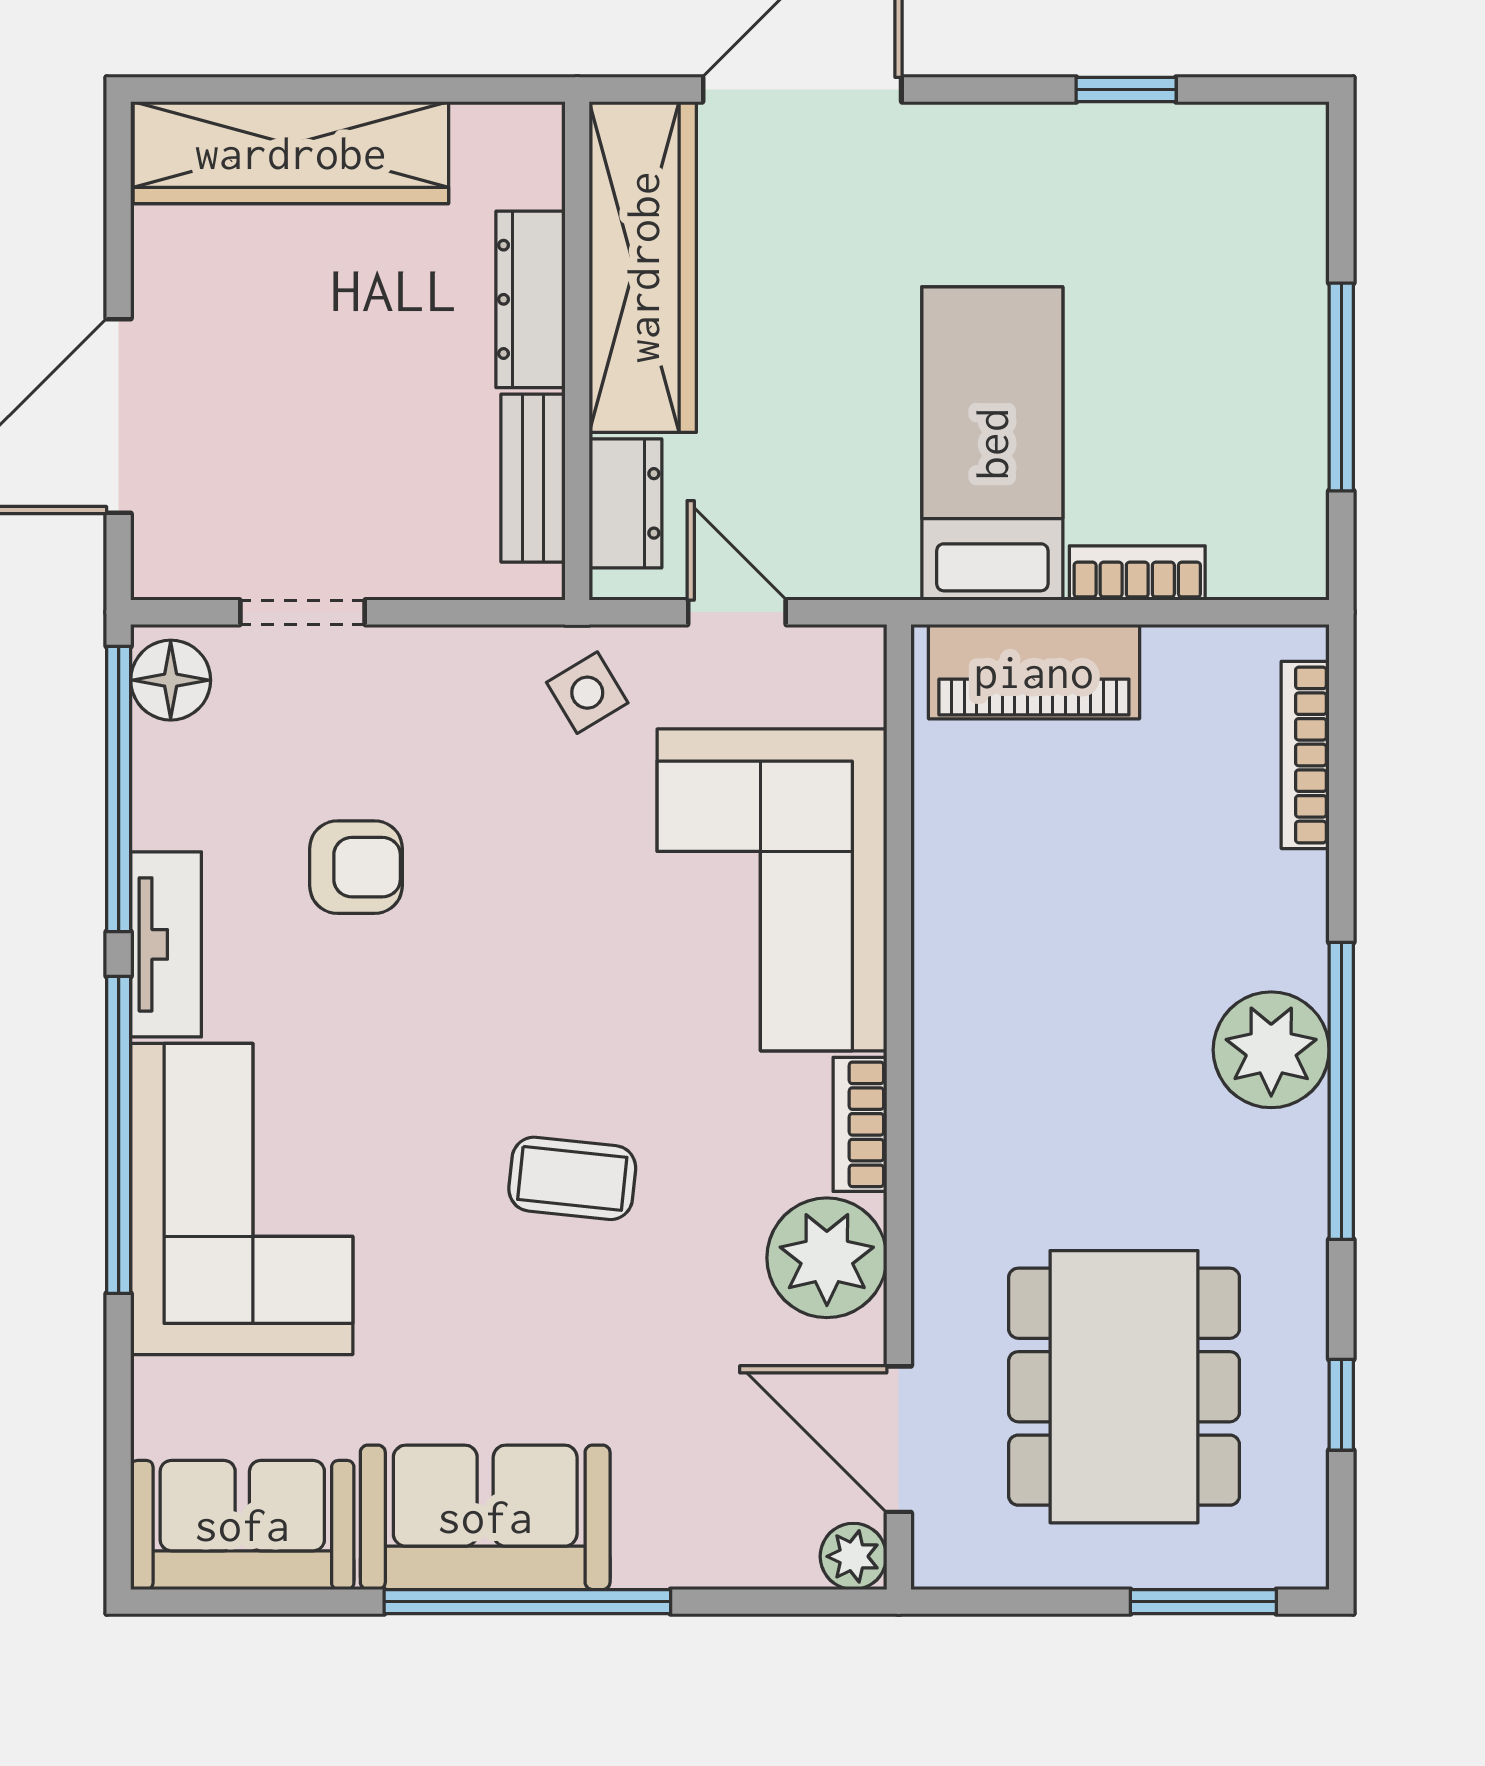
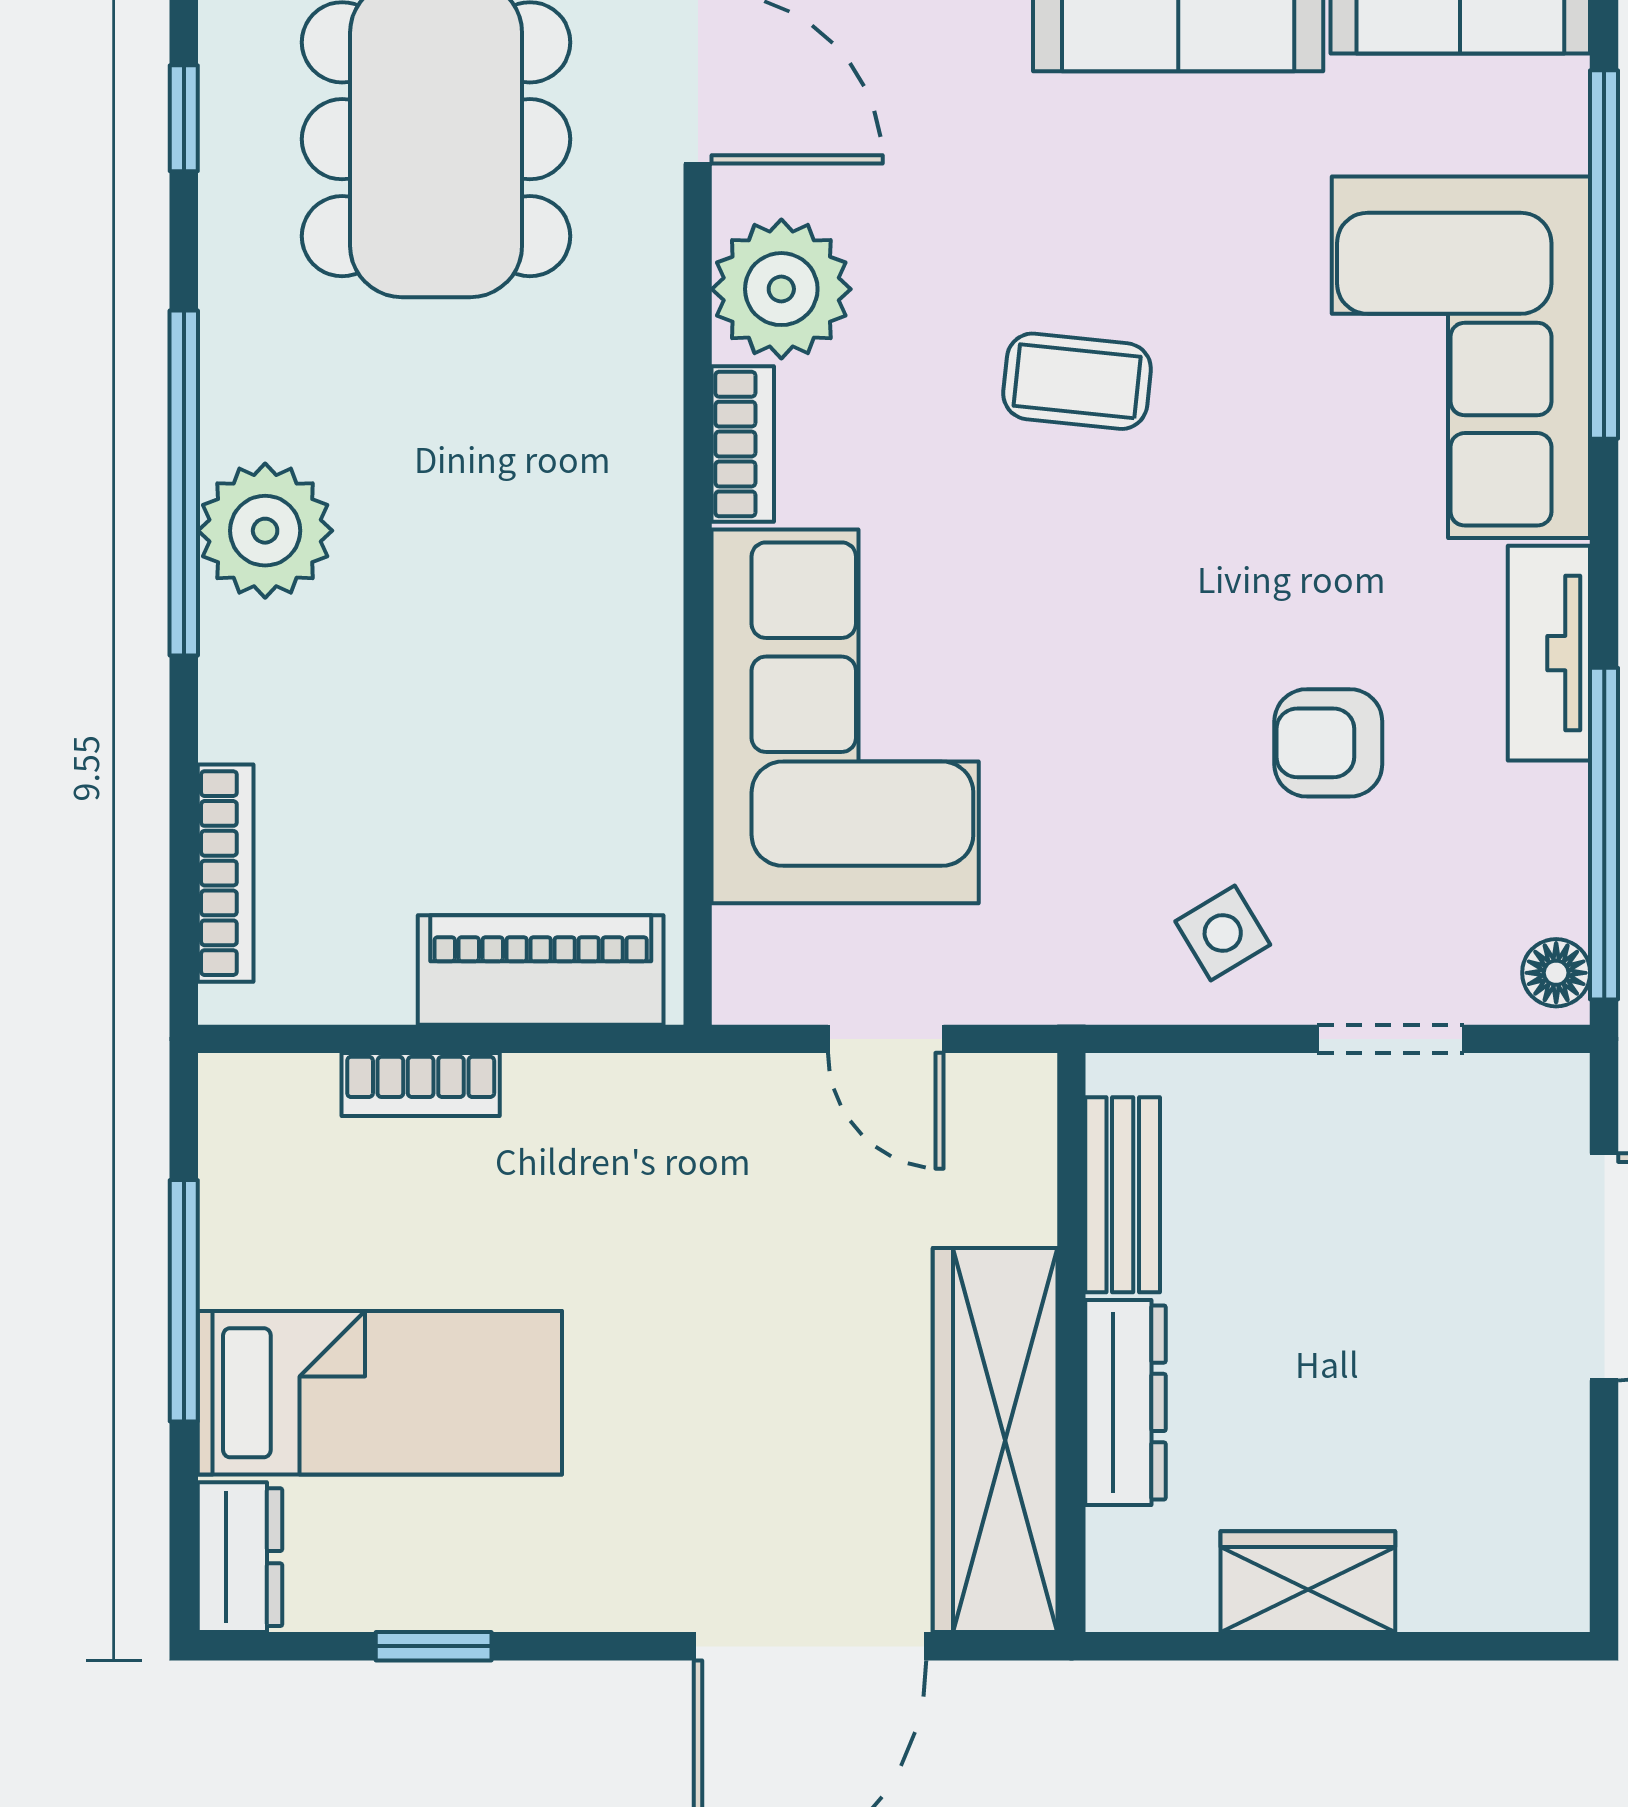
wardrobe: (291, 153) -> (1308, 1582), width x0.48, depth x0.85
bed: (992, 444) -> (380, 1393), moved, turned -90
dresser: (626, 503) -> (240, 1557), moved, turned 180
floor lamp: (171, 680) -> (1556, 973), width x0.73, depth x0.73
side table: (587, 693) -> (1223, 933), moved
window: (119, 1135) -> (1604, 255), moved

